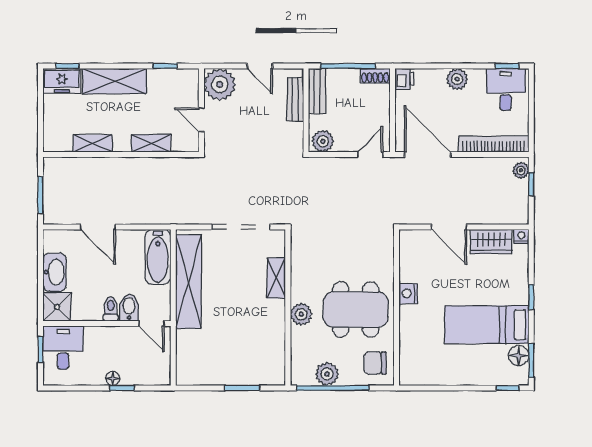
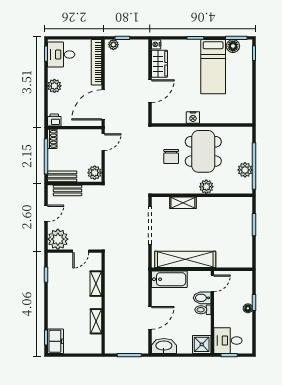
shelving: (114, 81) -> (56, 307), removed
door: (370, 155) -> (103, 142), swing flipped
washbasin: (55, 272) -> (164, 346), moved
chair: (375, 363) -> (171, 157), moved

